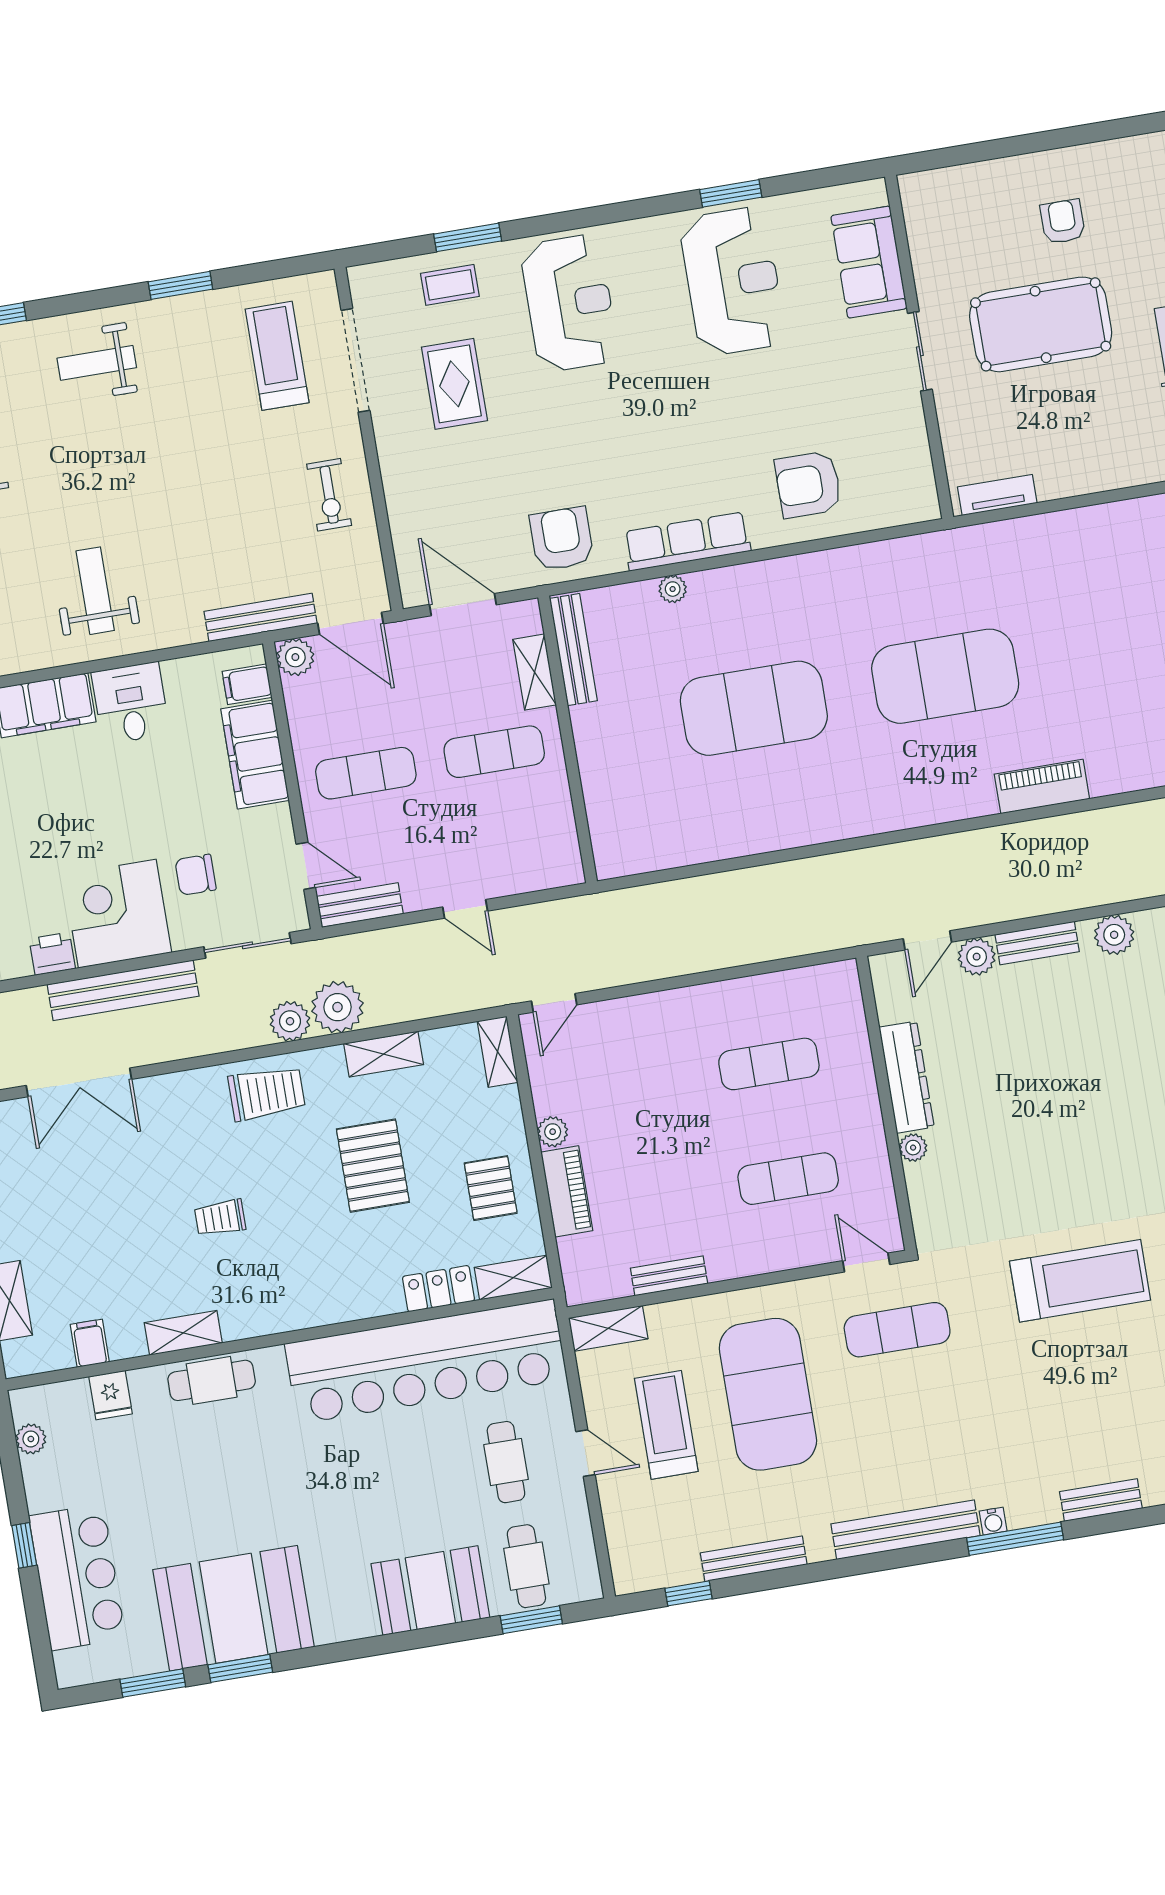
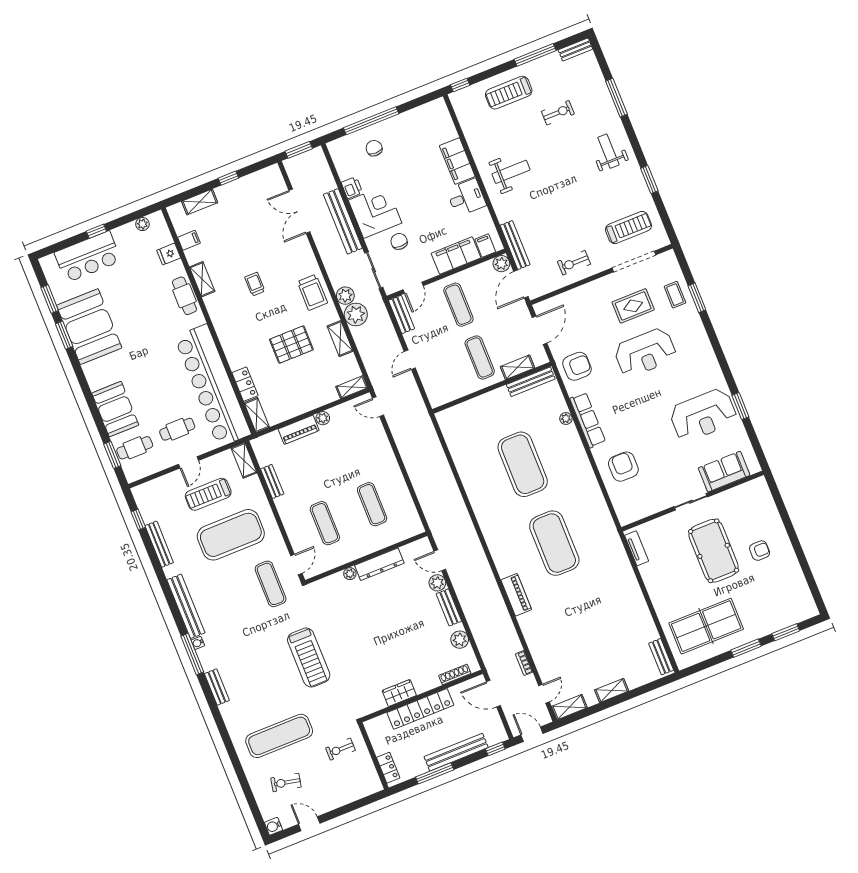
reception desk: (569, 303) -> (645, 353), moved
pallet: (491, 1188) -> (293, 397), removed
treadmill: (666, 1425) -> (208, 494), turned 180

